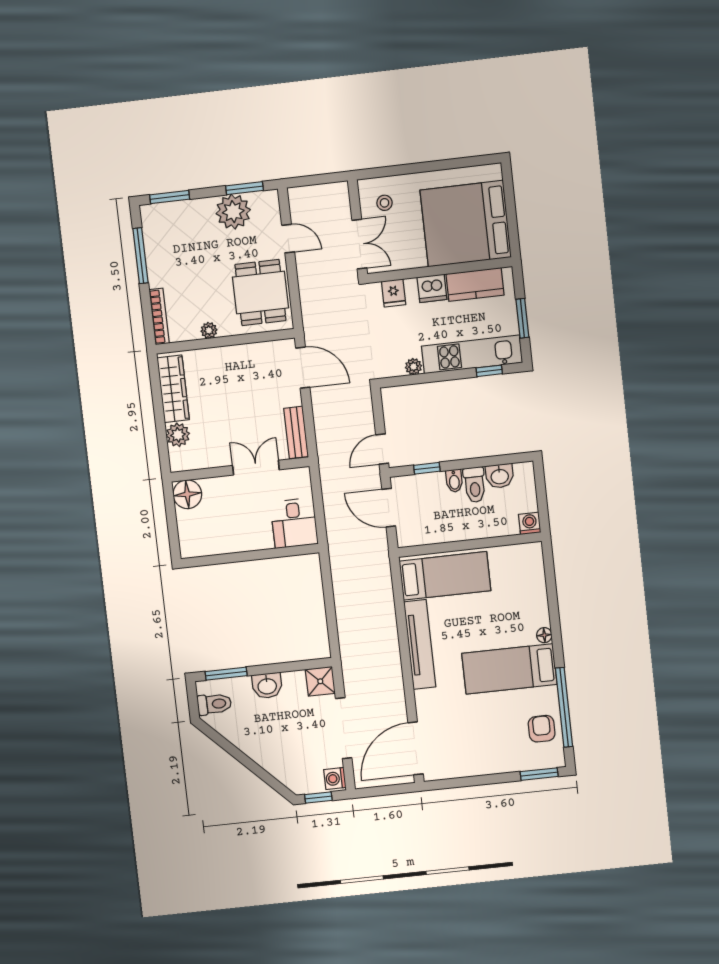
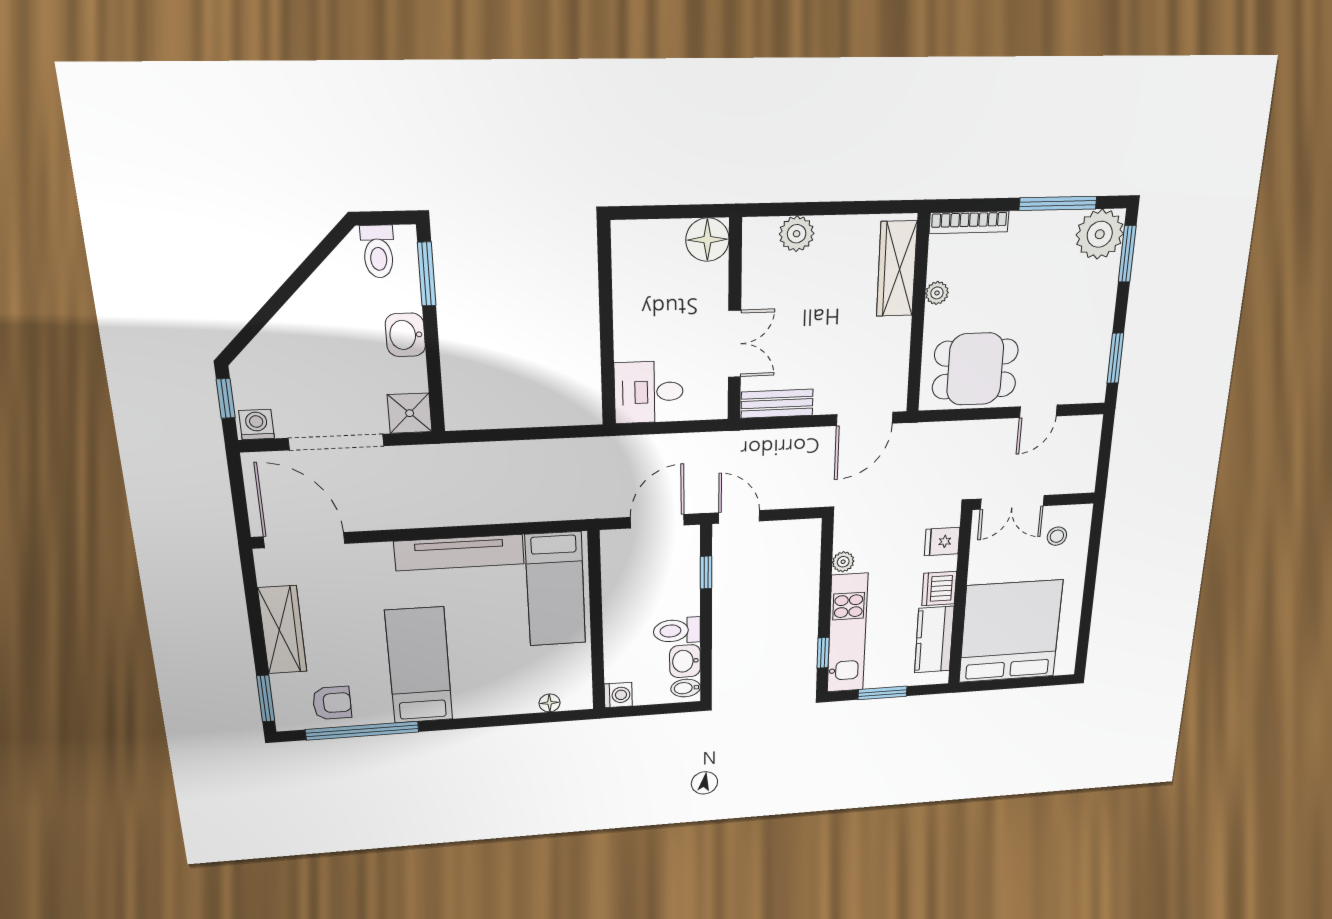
plant: (233, 212) -> (1100, 234), moved
wardrobe: (173, 389) -> (897, 269), moved, turned 90
bidet: (454, 481) -> (686, 688), moved
floor lamp: (544, 635) -> (550, 703), moved
wardrobe: (484, 763) -> (282, 630), added

